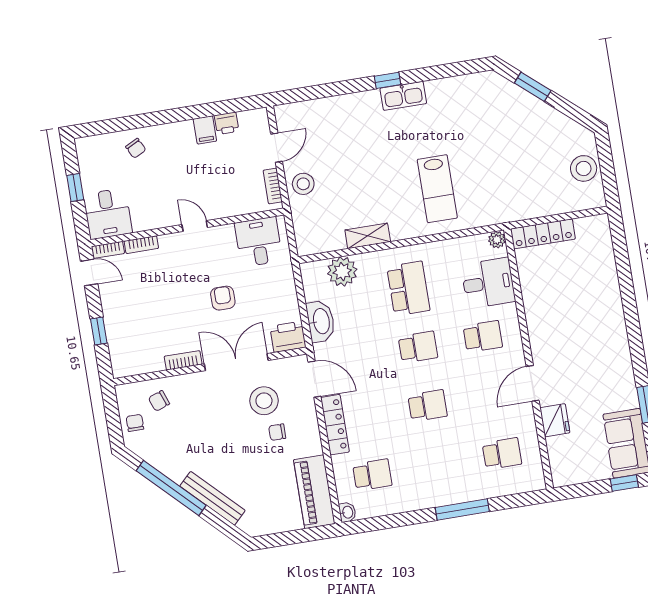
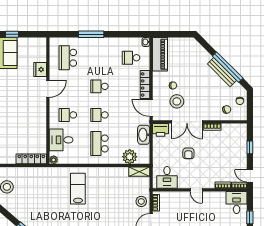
shelving: (368, 236) -> (139, 172), moved
school desk: (502, 454) -> (68, 58), width x1.85
bench: (212, 498) -> (222, 72), moved

